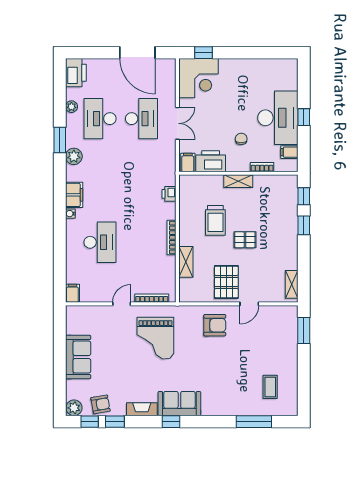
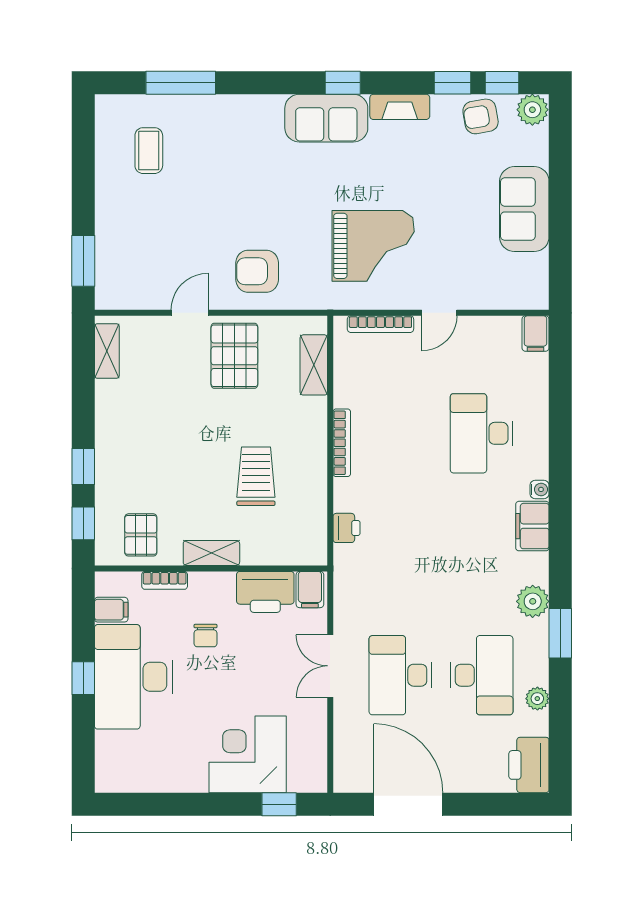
corner desk: (199, 78) -> (248, 754), moved
pallet: (245, 240) -> (141, 535), moved, turned 90
shelving: (186, 262) -> (314, 365), moved
grand piano: (155, 338) -> (373, 246), turned 90

